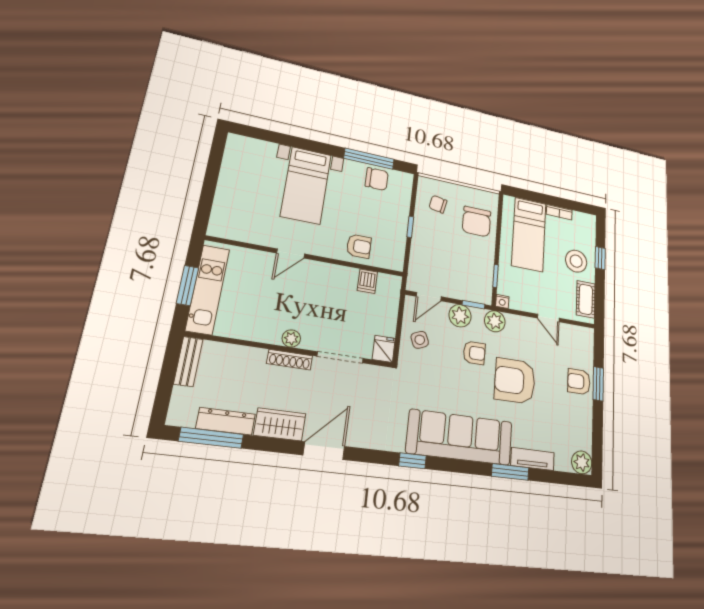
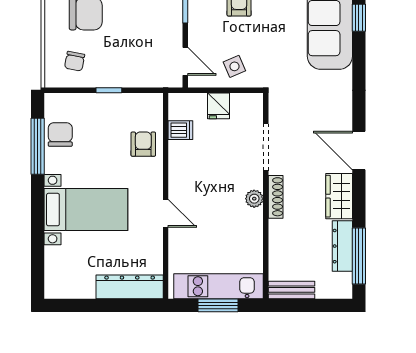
dresser: (224, 207) -> (130, 287), added
plant: (460, 316) -> (201, 24), removed
fridge: (384, 349) -> (219, 106), moved, turned -90
window: (413, 461) -> (359, 18), moved

